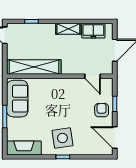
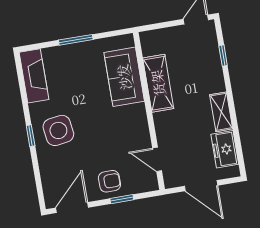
shelving: (34, 67) -> (158, 83), width x0.68
door: (92, 76) -> (157, 159), hinge flipped
sofa: (17, 99) -> (124, 77), moved, turned 90

